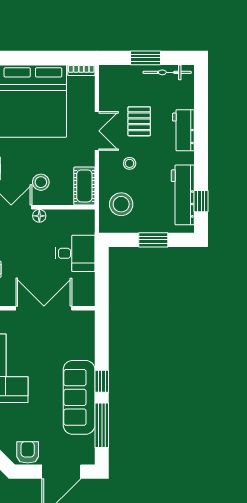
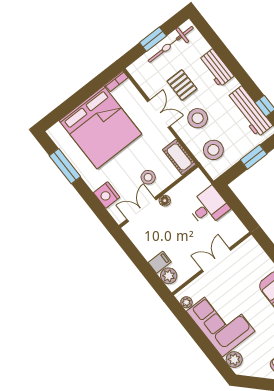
bicycle: (167, 72) -> (171, 44), width x1.37, depth x1.40
stool: (130, 163) -> (198, 118), width x1.89, depth x1.89
double door: (44, 308) -> (216, 260), width x0.73

